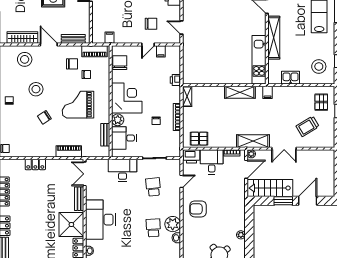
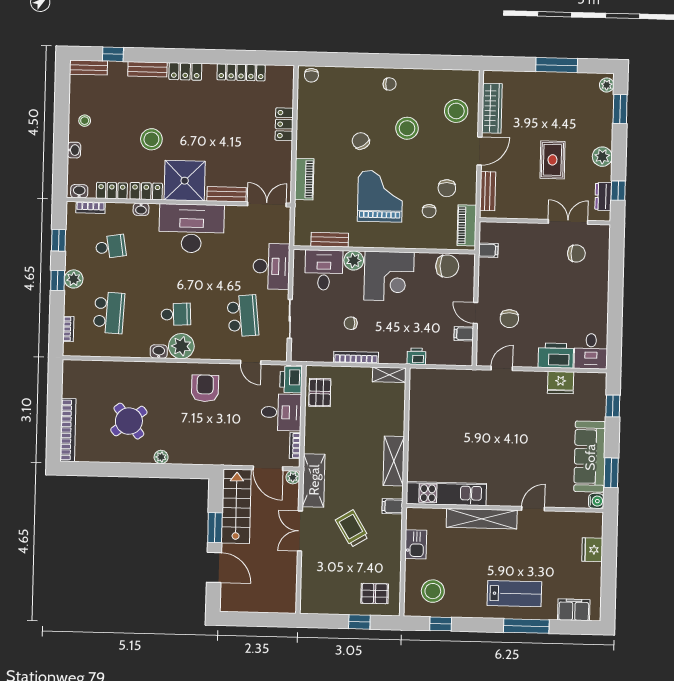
trolley: (308, 126) -> (352, 529), moved
school desk: (153, 187) -> (243, 316), width x1.85
stool: (47, 245) -> (151, 139), added

